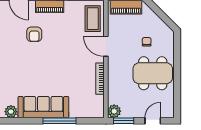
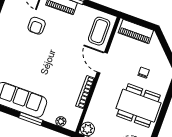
plant: (88, 113) -> (61, 121), added
window: (59, 121) -> (31, 119), width x0.69

